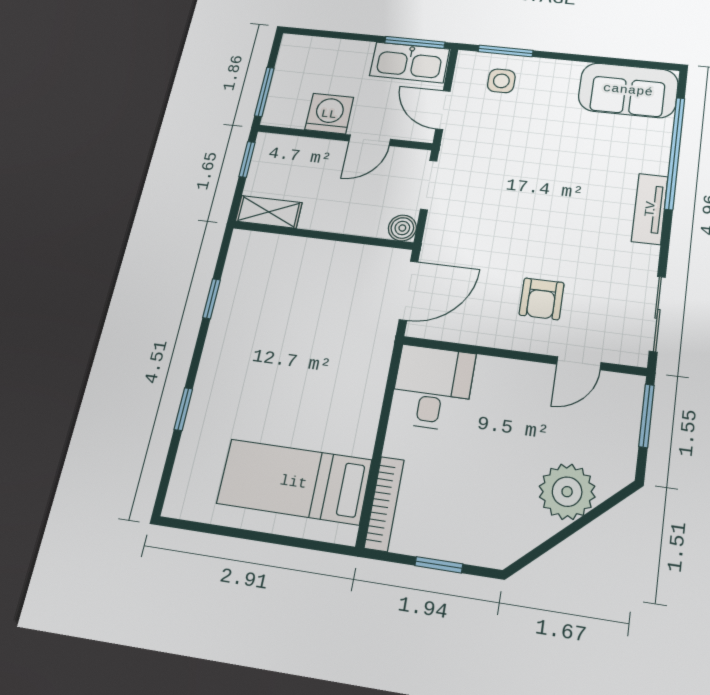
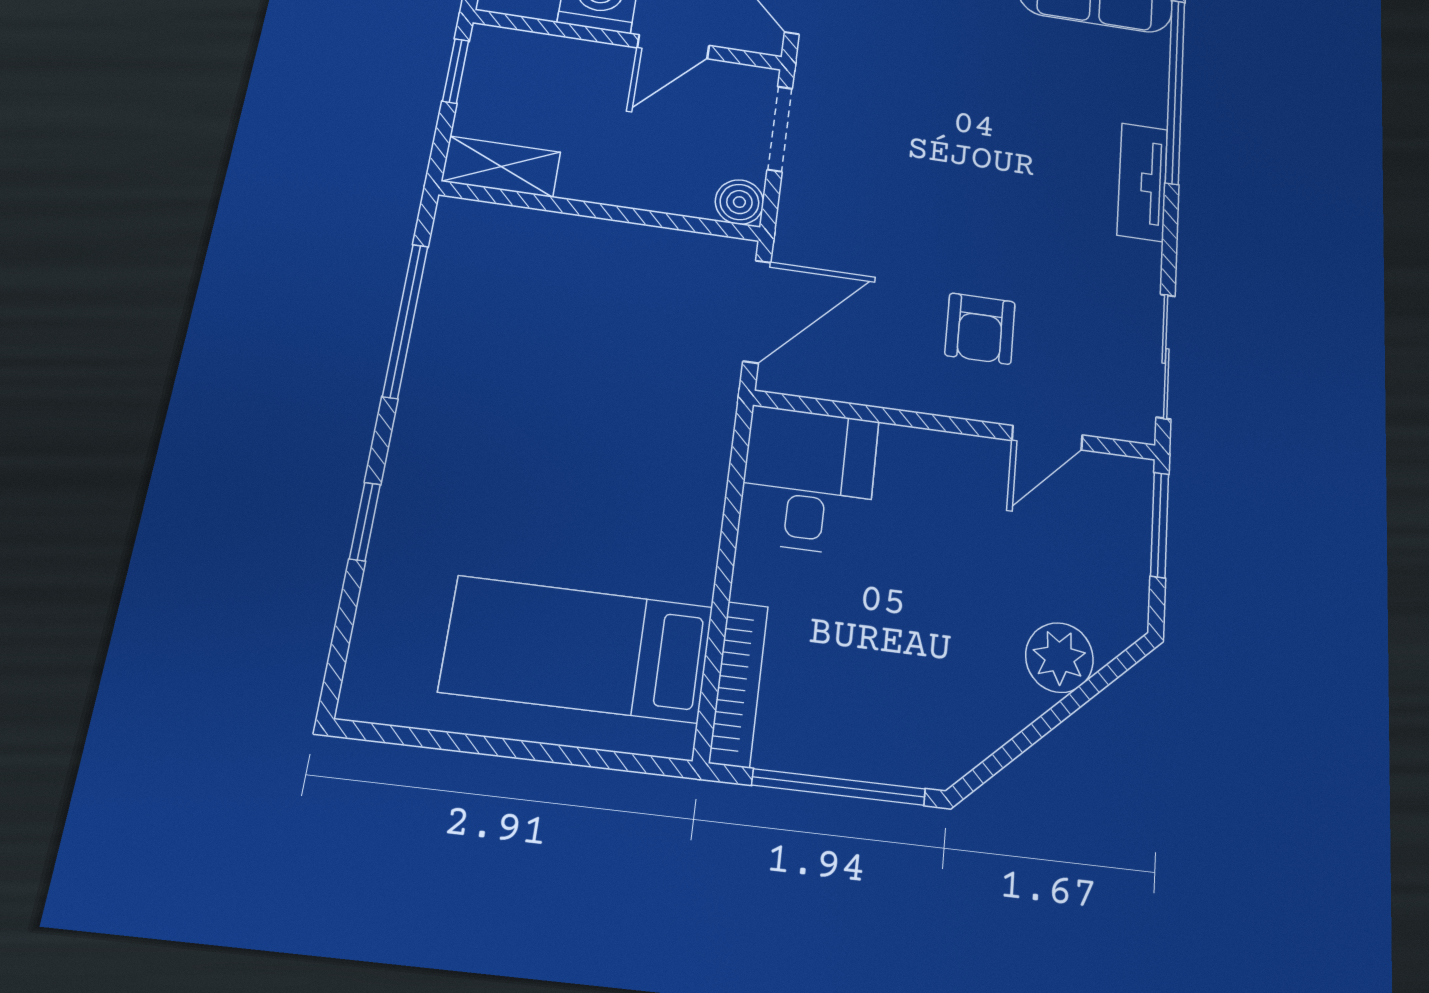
window: (212, 299) -> (405, 321), width x2.17
plant: (567, 492) -> (1059, 657), width x0.73, depth x0.73
window: (439, 565) -> (839, 787), width x2.17

